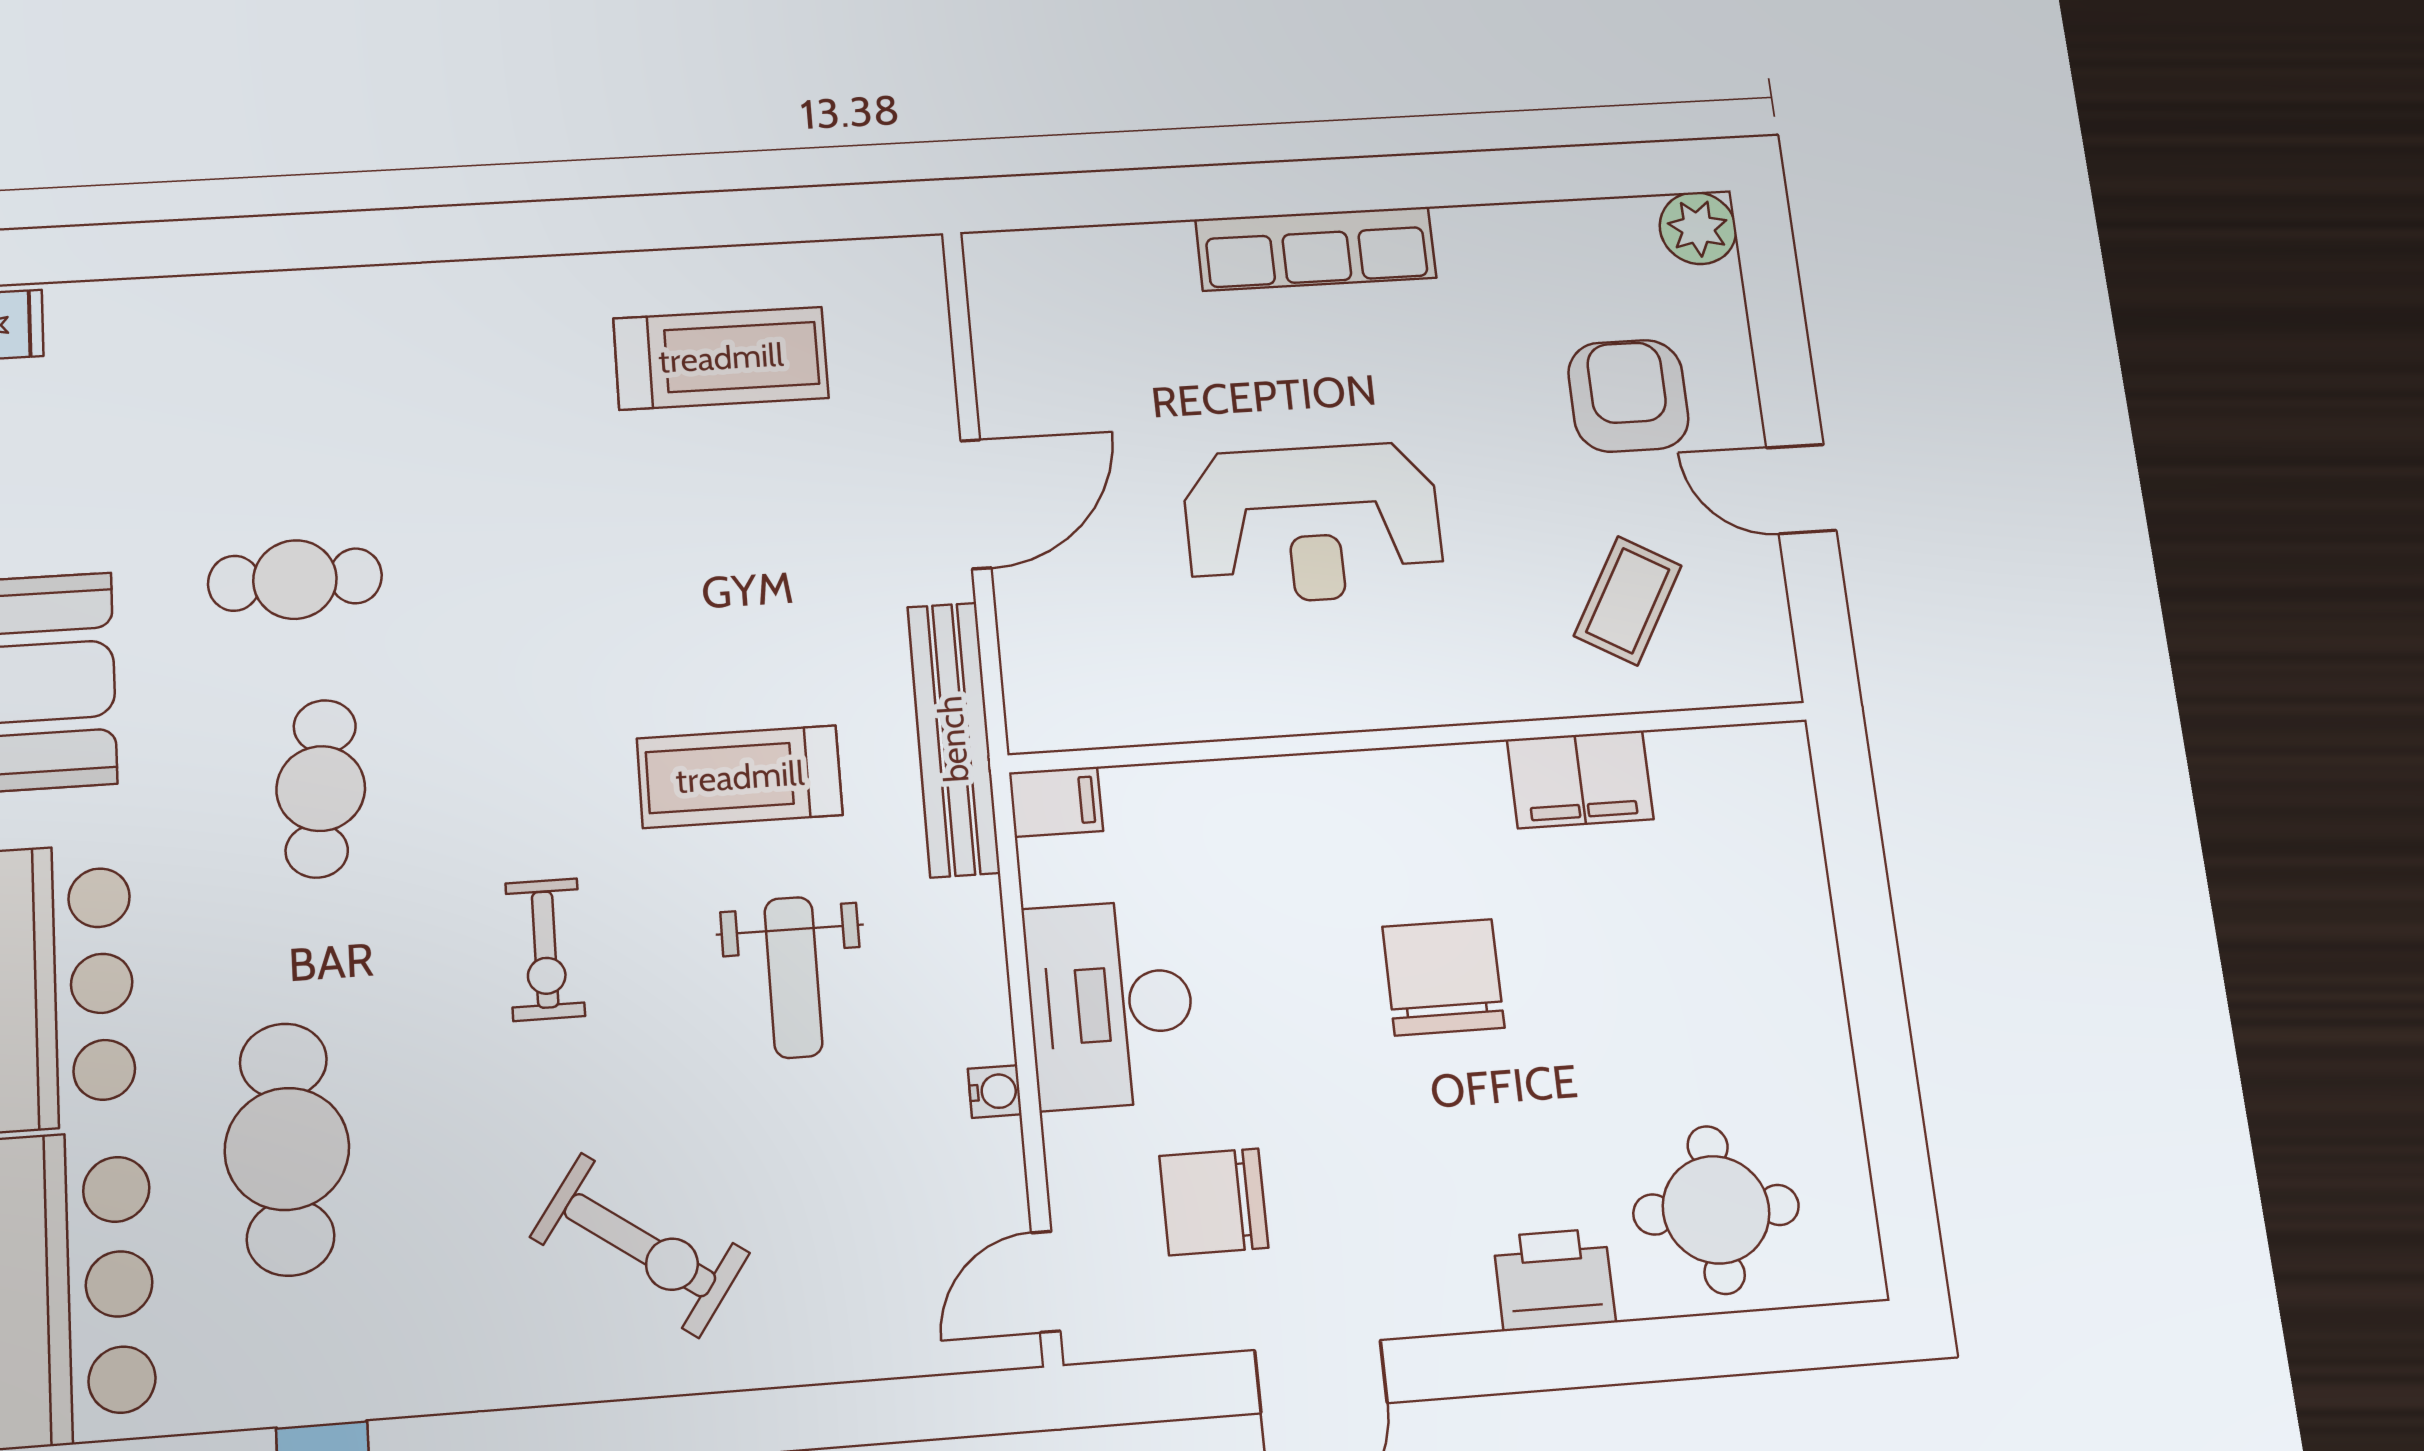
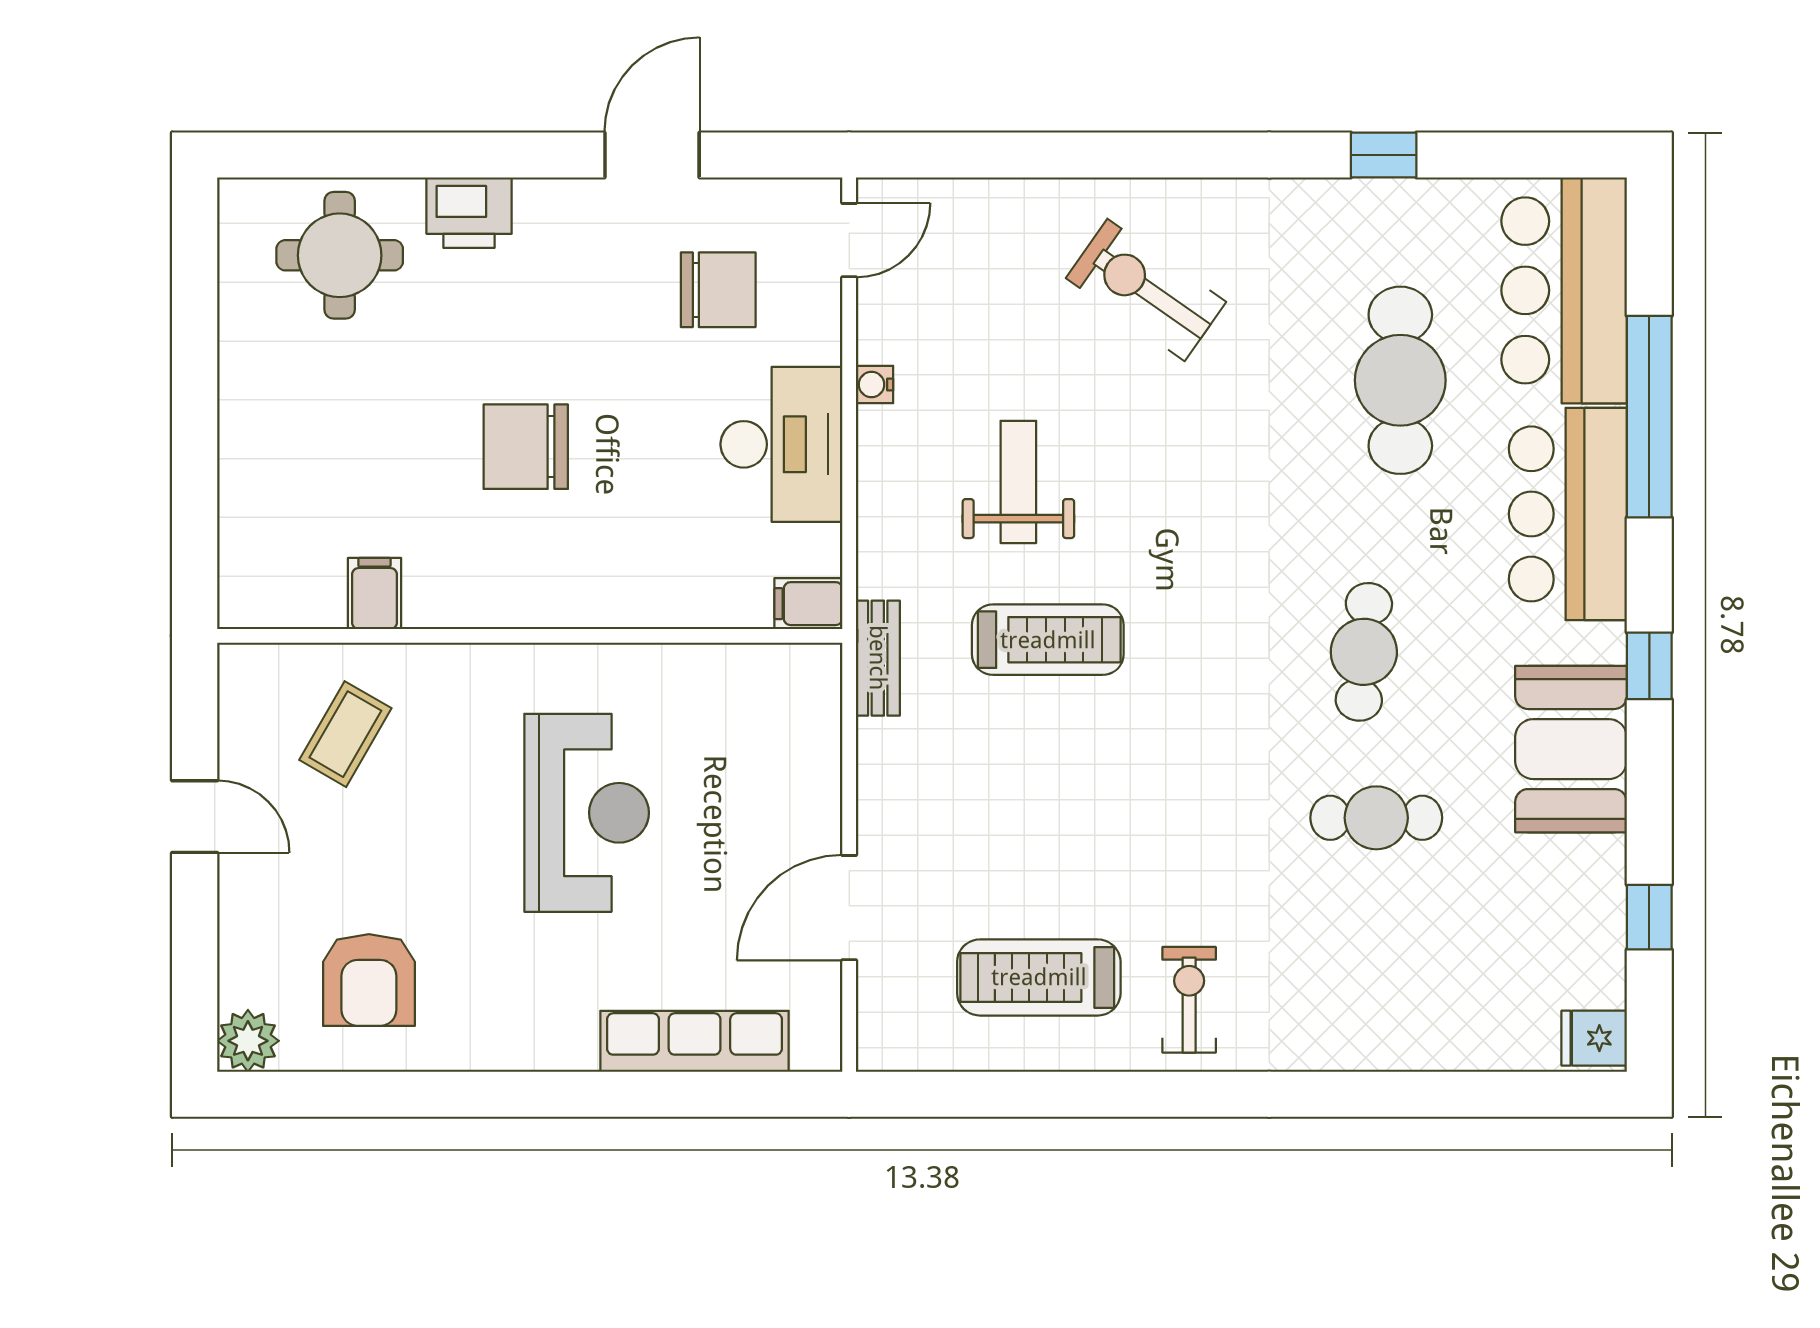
row of seats: (1316, 249) -> (695, 1041), moved
armchair: (1628, 396) -> (369, 980), moved
door: (976, 504) -> (849, 908), moved
reception desk: (1313, 524) -> (587, 813), turned 90
bench: (953, 739) -> (878, 658), width x0.54, depth x0.82
filing cabinet: (1580, 779) -> (374, 594), width x0.50
exercise bike: (545, 950) -> (1189, 1000), moved
chair: (1443, 977) -> (526, 447), turned 90

